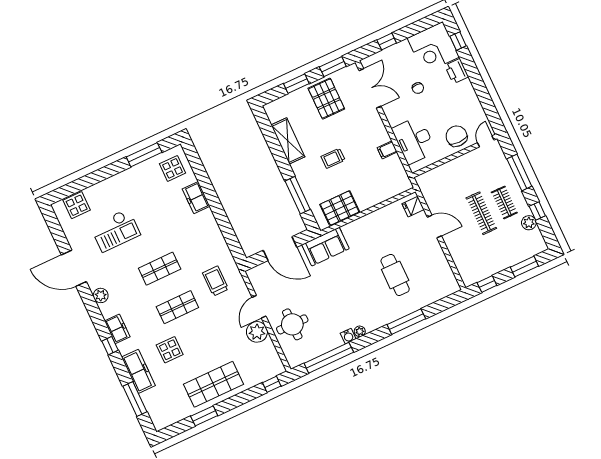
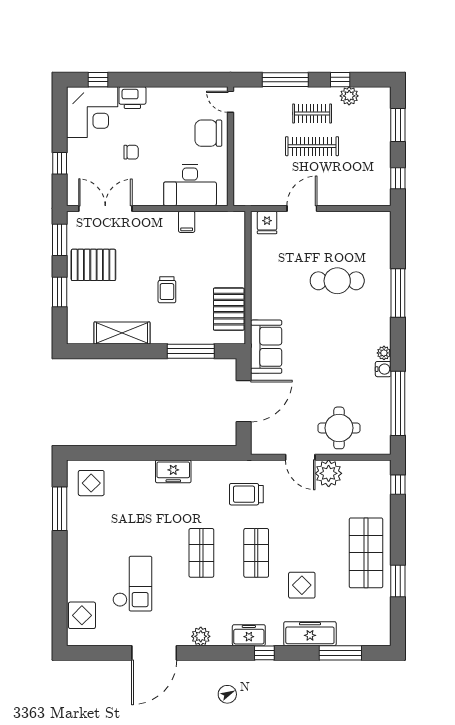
freezer: (196, 198) -> (173, 471), moved

